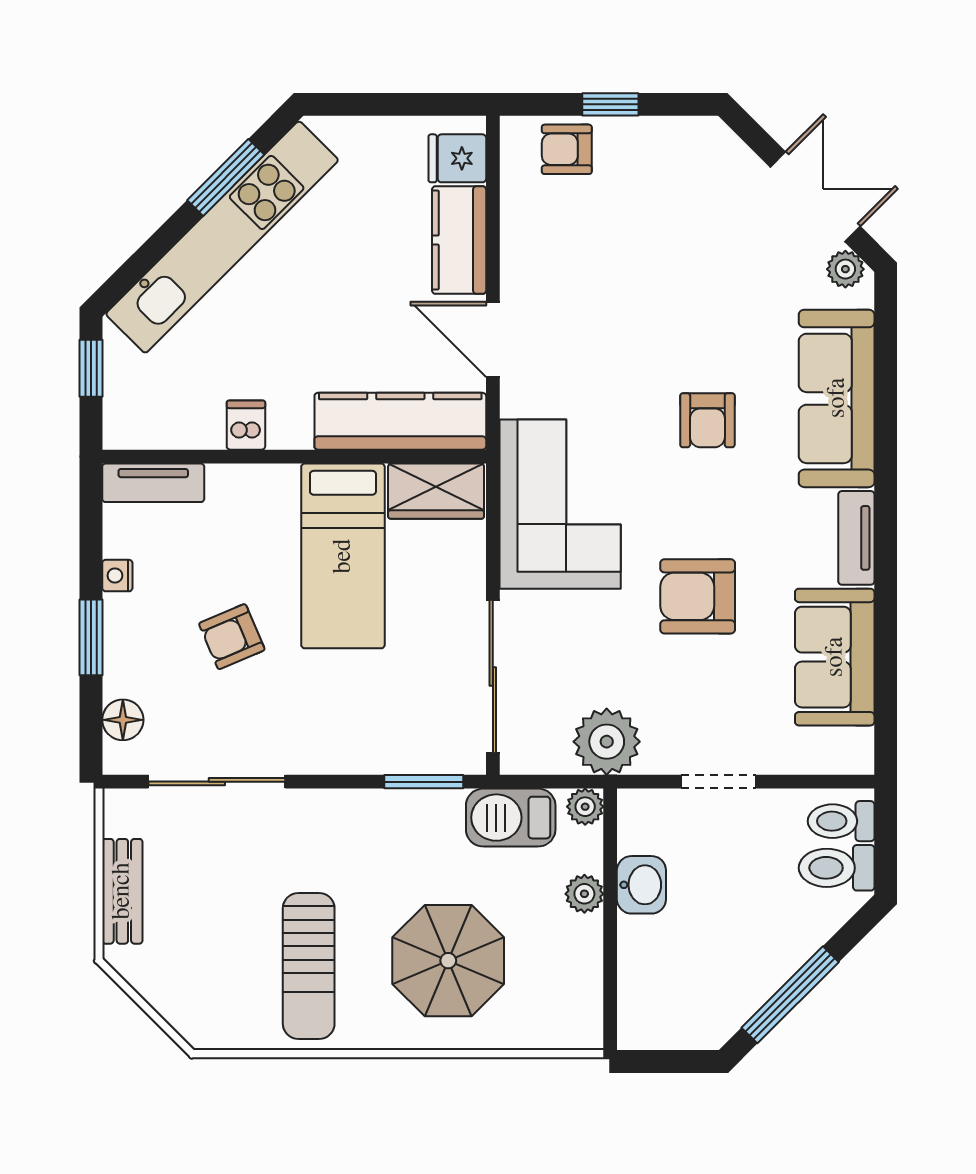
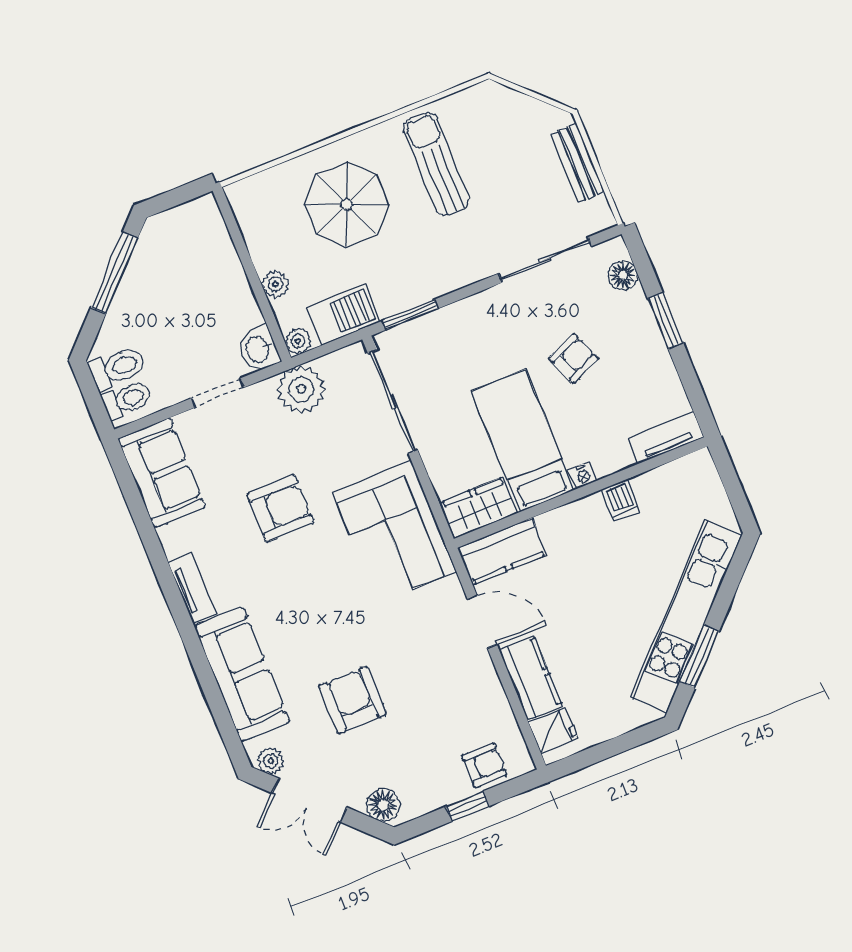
floor lamp: (721, 151) -> (383, 805), added
window: (91, 368) -> (737, 496), removed
armchair: (707, 420) -> (353, 700), moved, width x1.38, depth x1.38
kitchen counter: (400, 421) -> (502, 551), width x0.67
nightstand: (117, 576) -> (583, 475), moved, turned 90
sofa: (835, 657) -> (162, 473), moved
washbasin: (641, 885) -> (258, 349), moved

